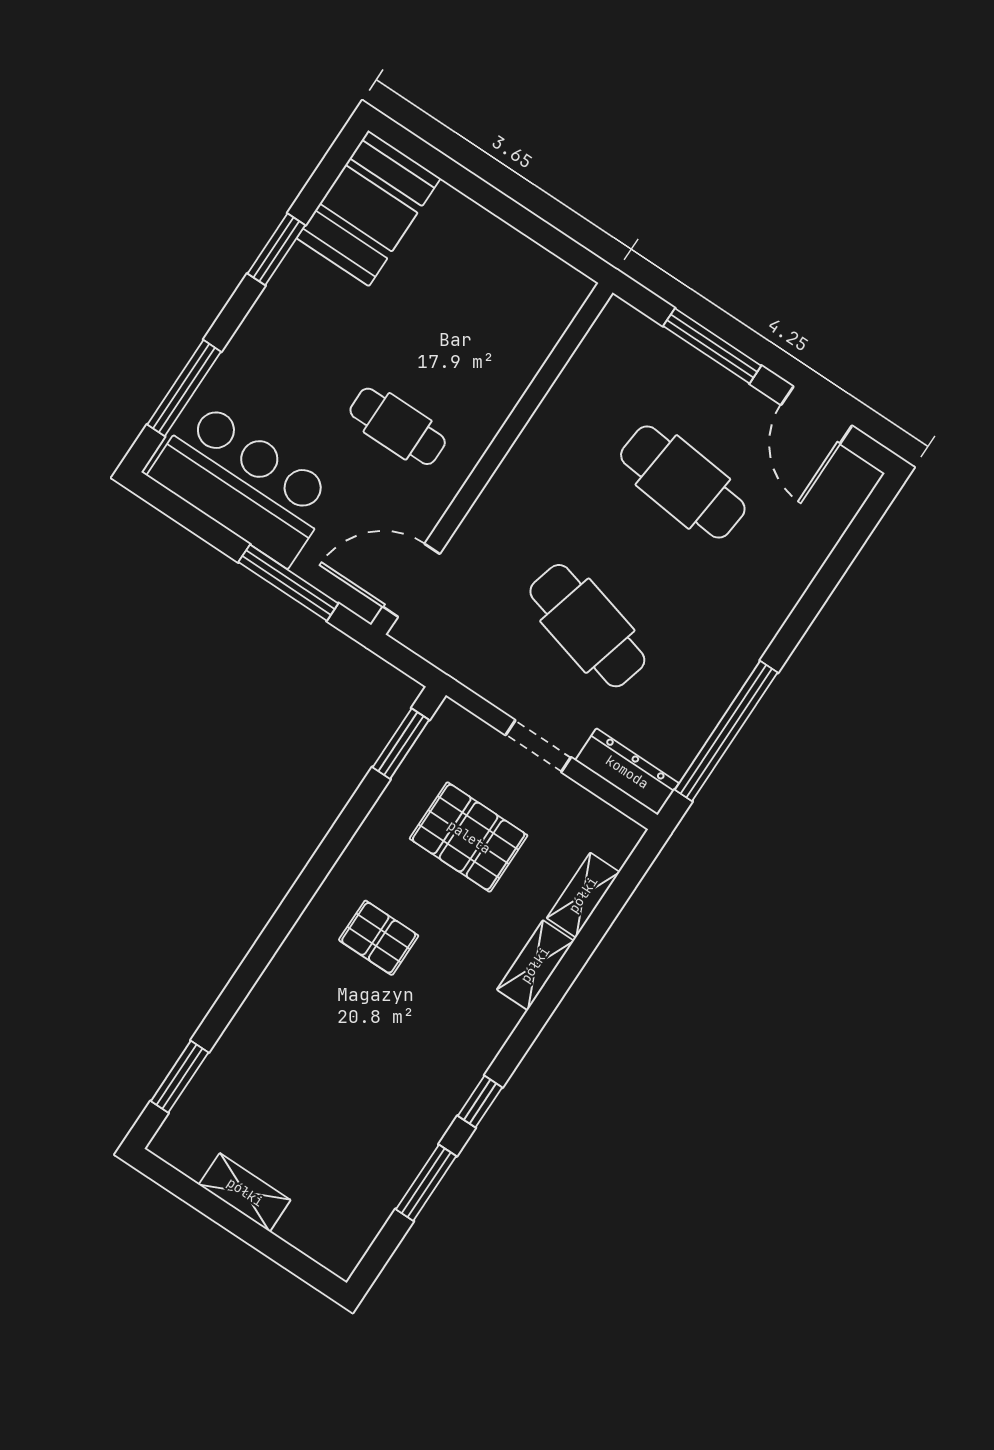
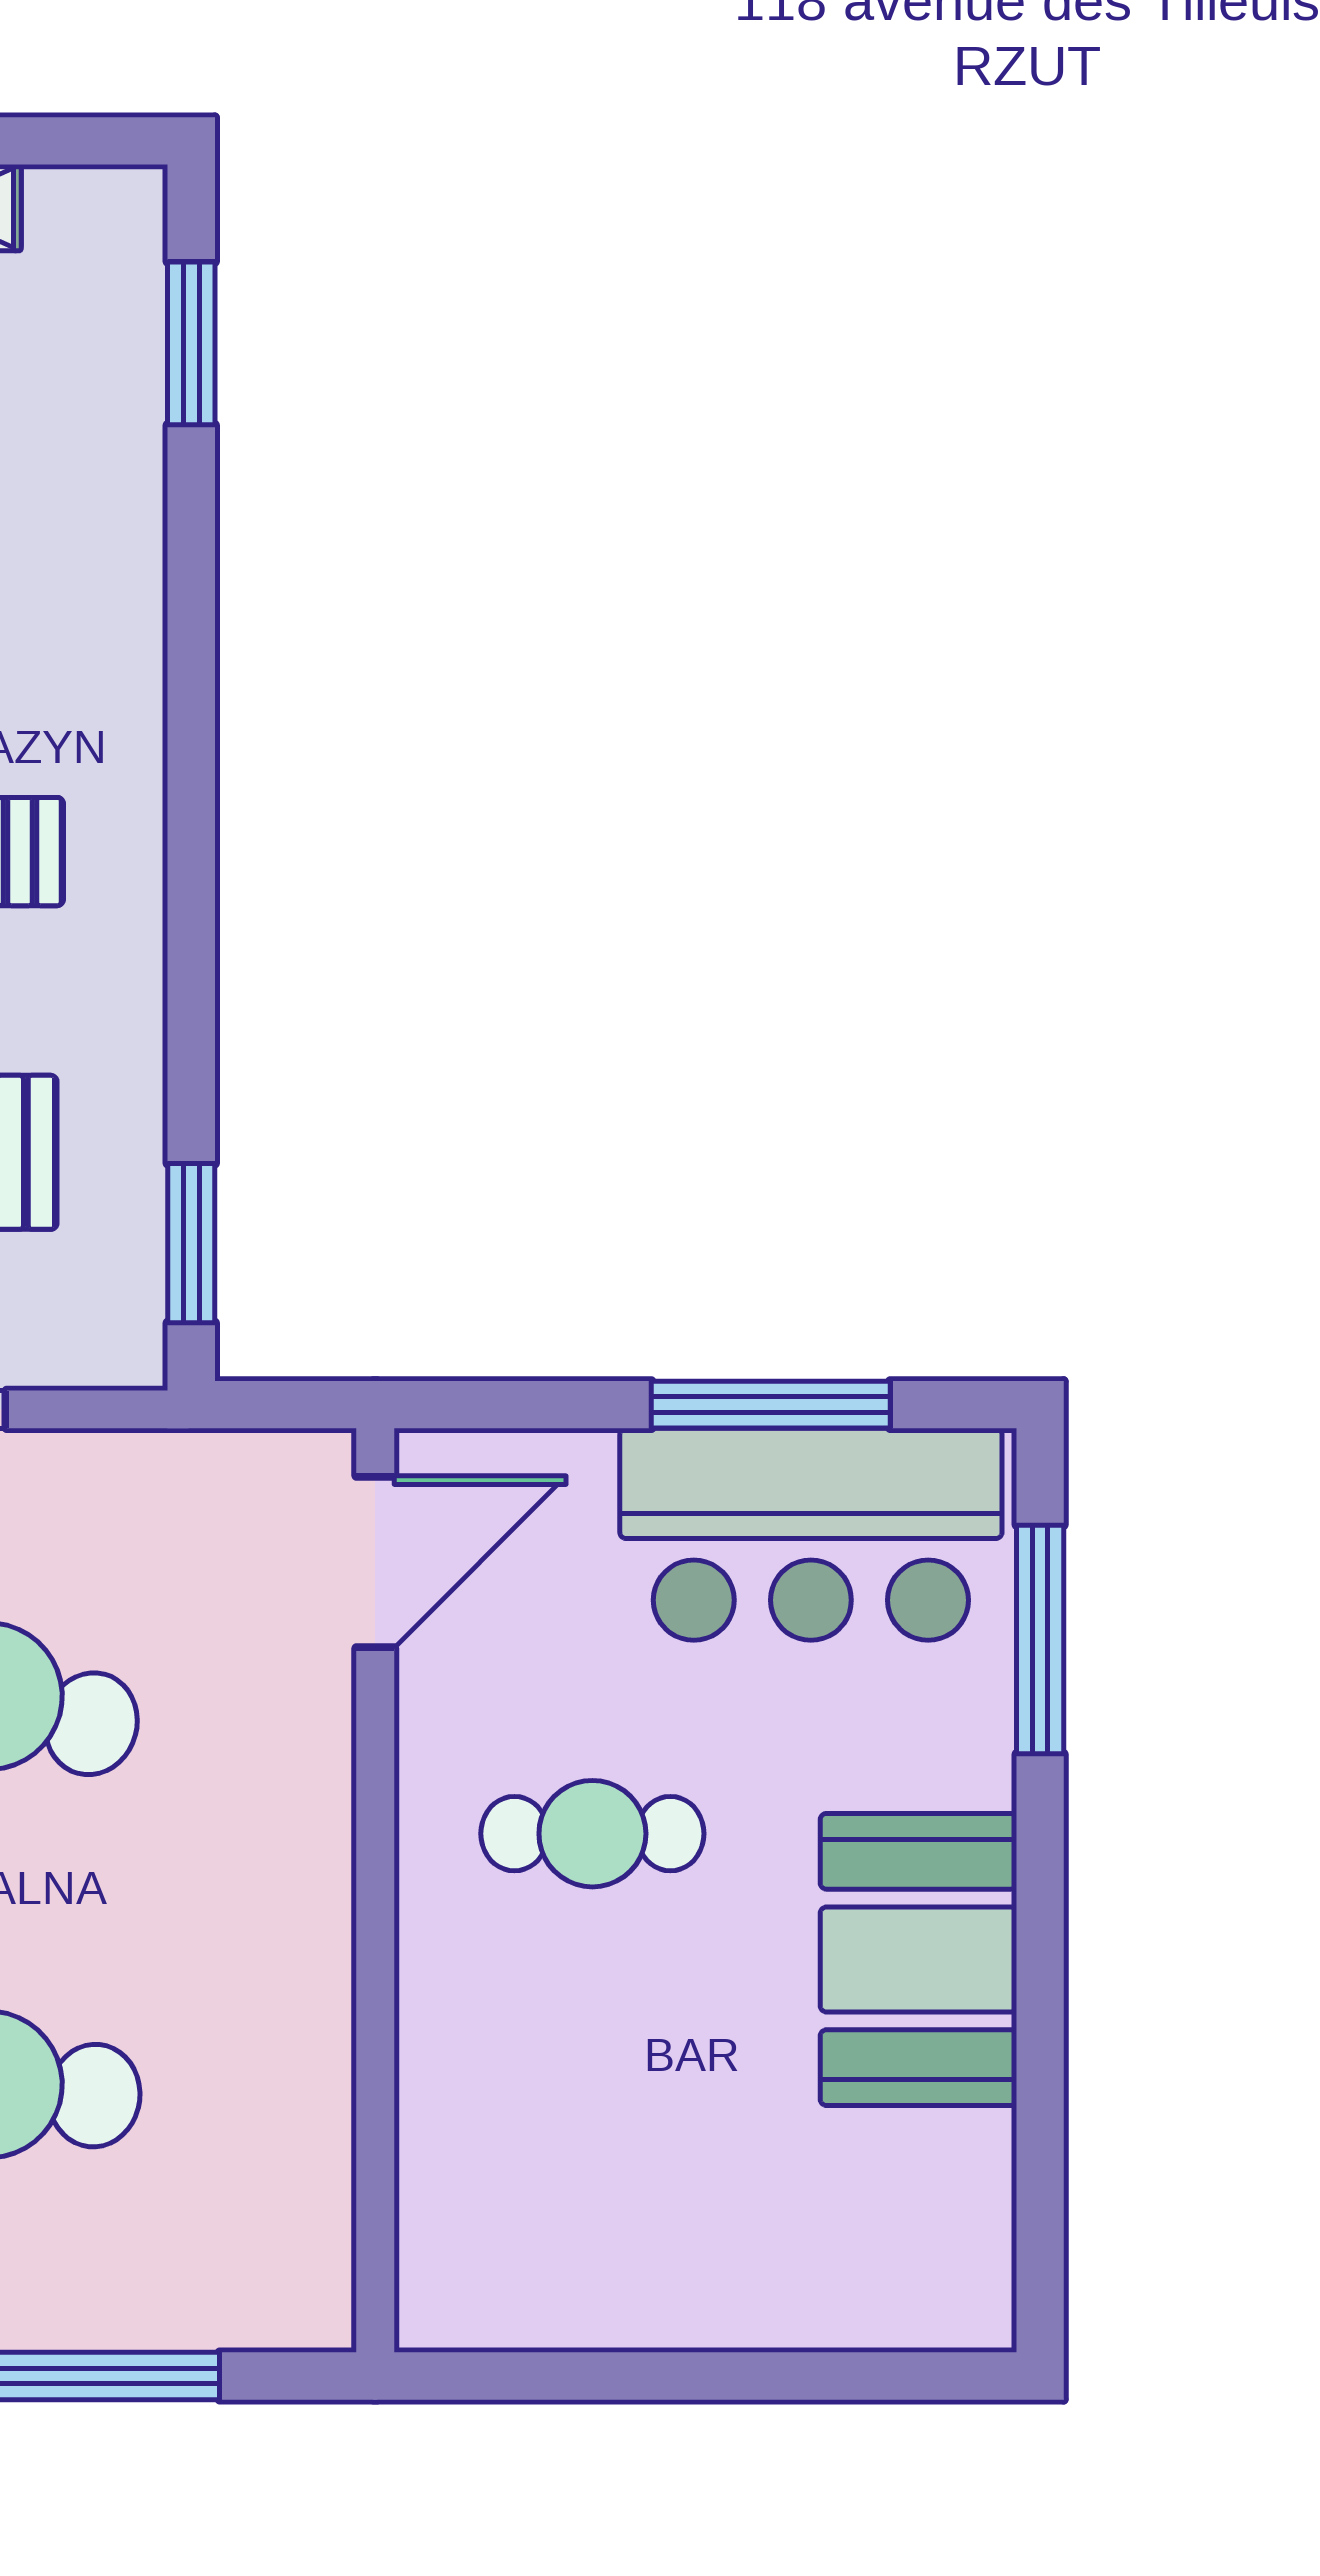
booth: (369, 208) -> (918, 1959), moved
window: (276, 249) -> (1040, 2014), removed
window: (288, 583) -> (771, 1405), moved

